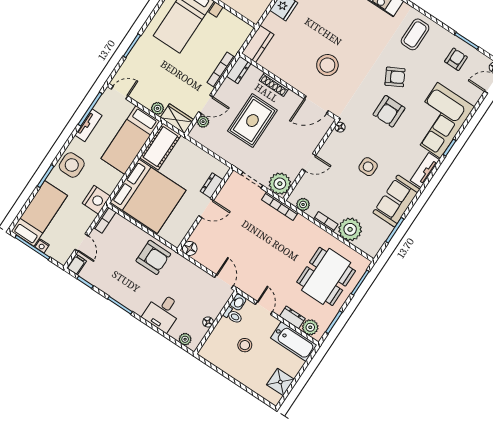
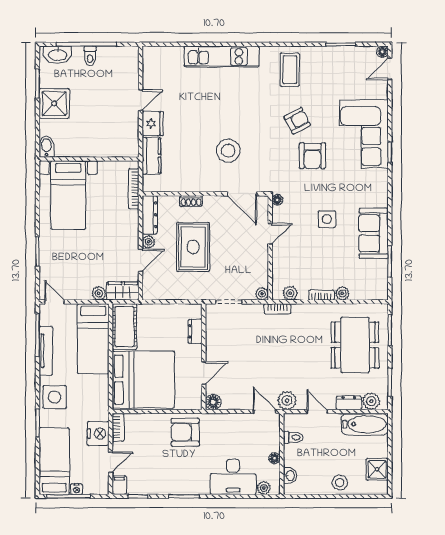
kitchen counter: (258, 44) -> (151, 156), moved
armchair: (456, 59) -> (342, 68), removed
bookcase: (221, 70) -> (134, 189), moved
dresser: (239, 70) -> (150, 215), width x1.44
shoe rack: (274, 85) -> (191, 201), width x0.70
door: (120, 93) -> (54, 302), hinge flipped
door: (316, 105) -> (242, 194), hinge flipped
plant: (203, 122) -> (149, 242), moved
tv unit: (88, 125) -> (46, 351), width x1.41
door: (309, 162) -> (270, 234), moved
tv unit: (425, 170) -> (381, 188), removed
plant: (280, 184) -> (262, 294), width x0.53, depth x0.53
nightstand: (96, 200) -> (98, 434), moved
bookcase: (280, 206) -> (277, 309), width x0.64
door: (206, 208) -> (204, 373), moved
plant: (350, 229) -> (342, 293), width x0.53, depth x0.53
door: (82, 243) -> (111, 462), hinge flipped
armchair: (153, 257) -> (185, 432), turned 180
plant: (247, 284) -> (287, 401), added
washbasin: (238, 302) -> (290, 475), moved
desk: (163, 312) -> (233, 477), width x1.37
stool: (245, 345) -> (340, 483), moved

